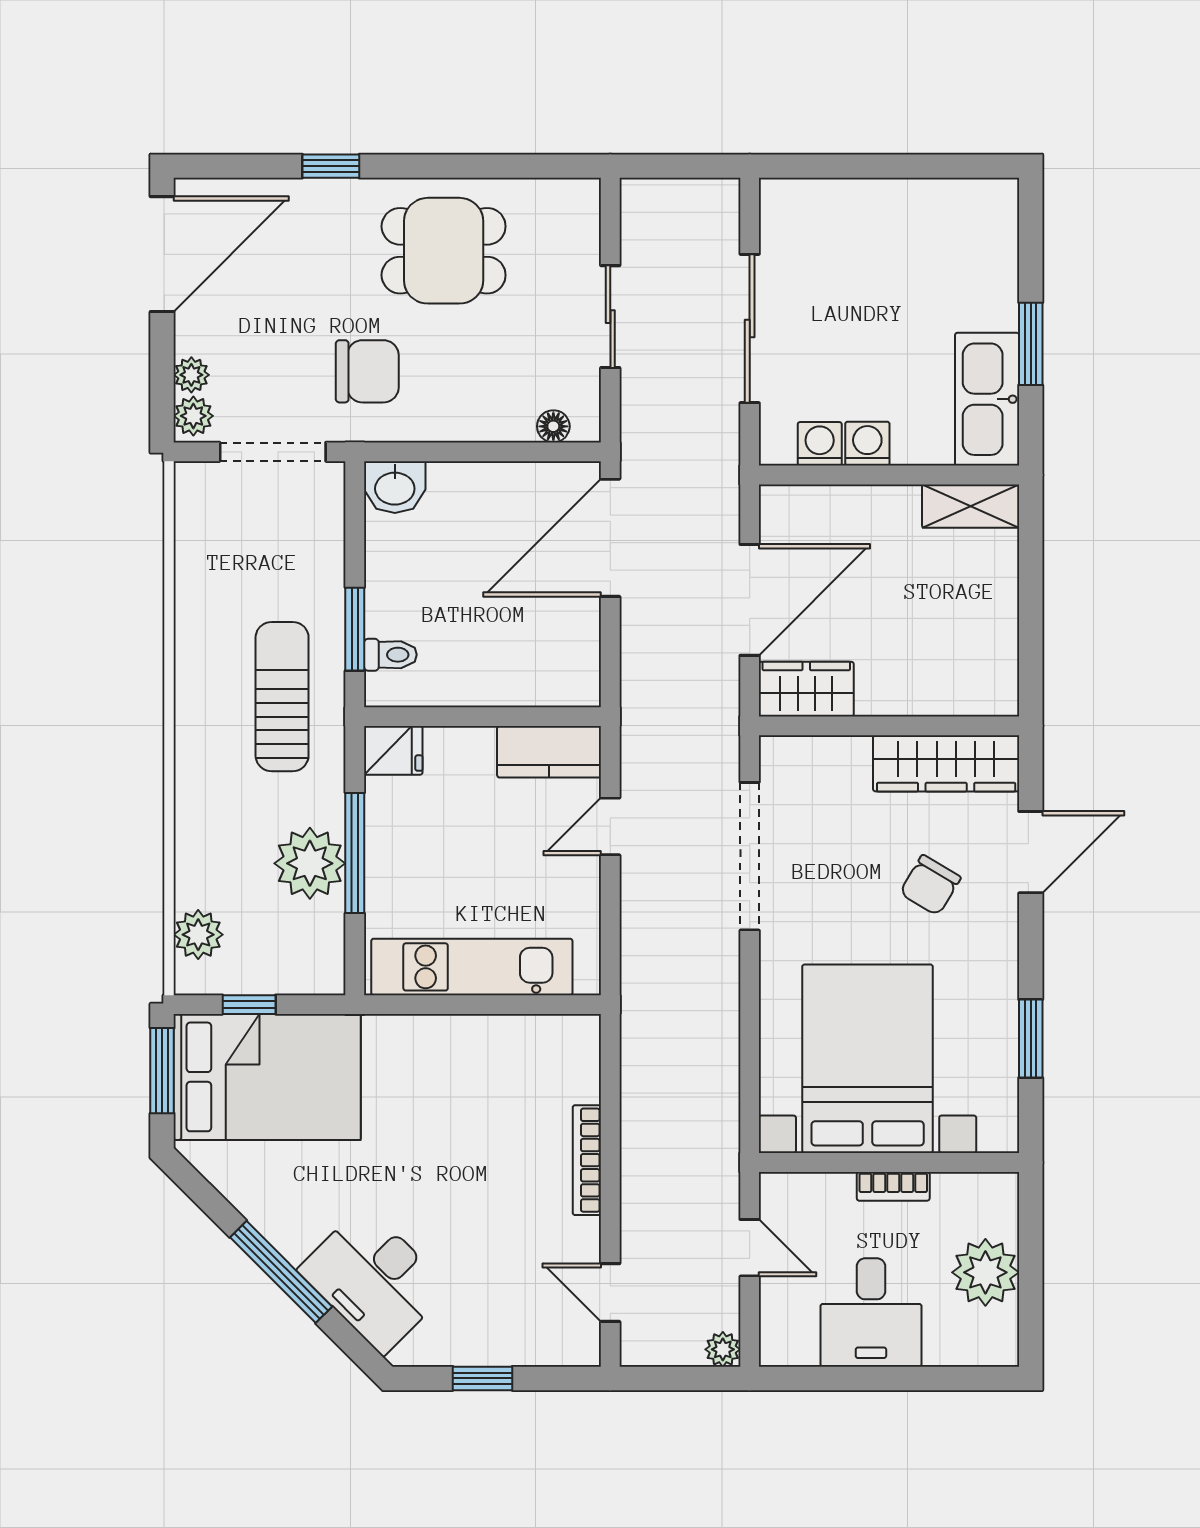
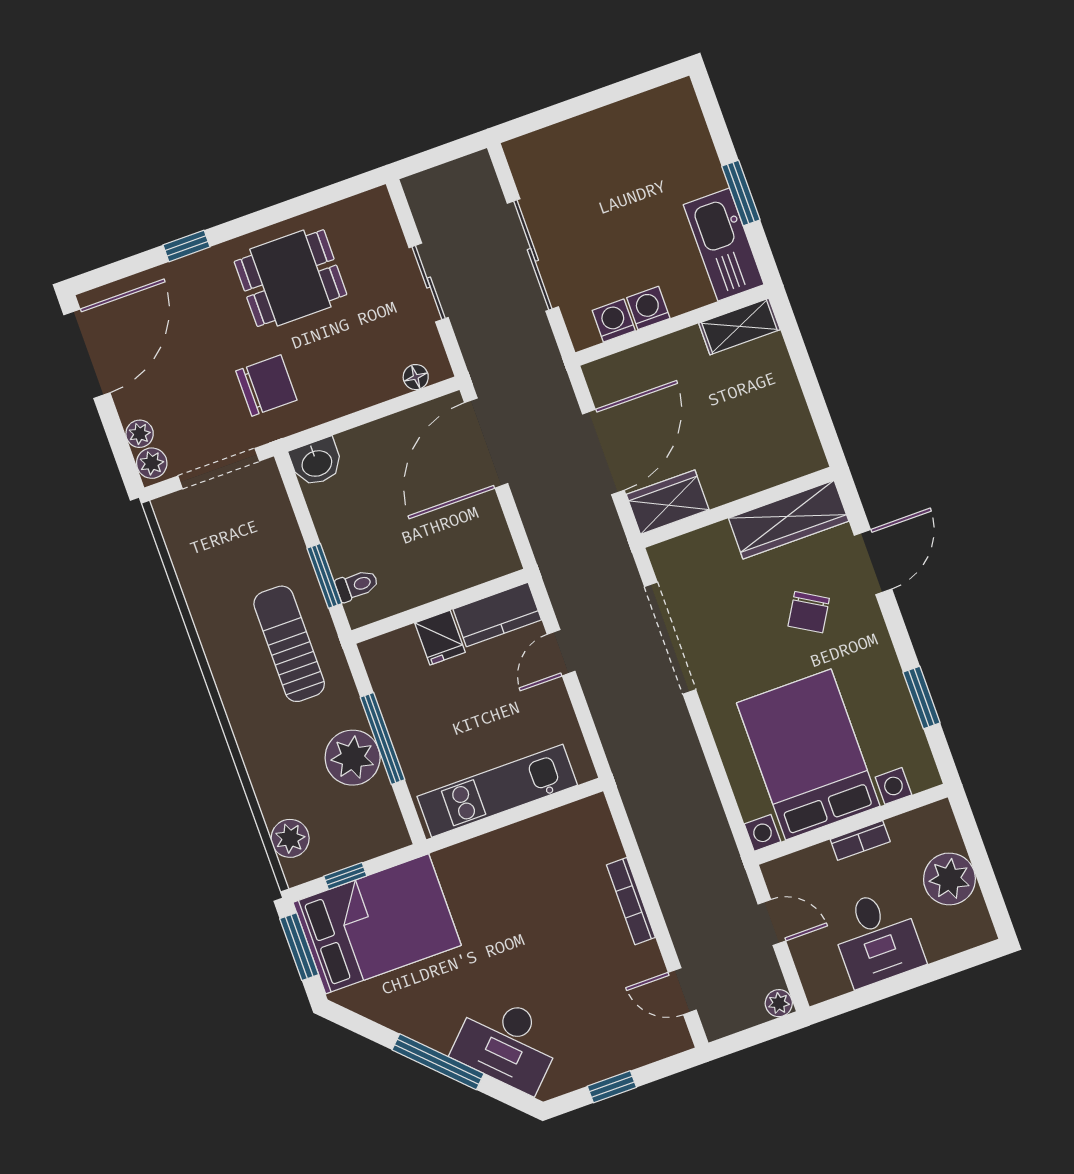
fridge: (393, 750) -> (440, 638), moved, turned 90

